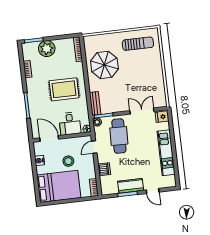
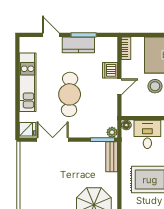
double door: (142, 111) -> (53, 140), swing flipped
cafe table: (119, 136) -> (70, 94), moved
door: (94, 147) -> (119, 87), moved

